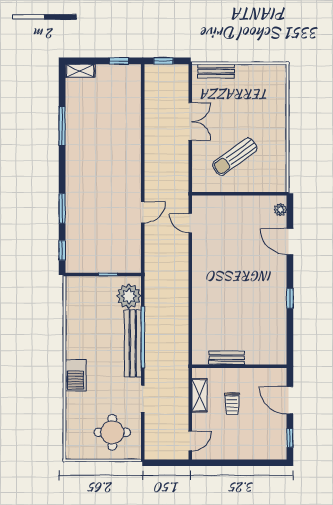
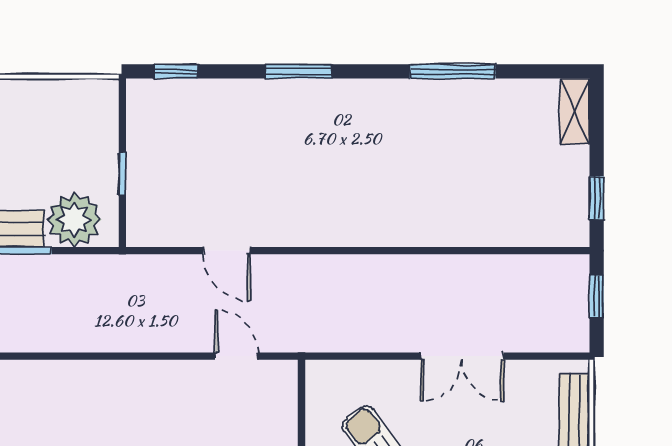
window: (62, 208) -> (299, 71), moved
door: (143, 212) -> (227, 251), moved
door: (190, 223) -> (236, 356), hinge flipped

